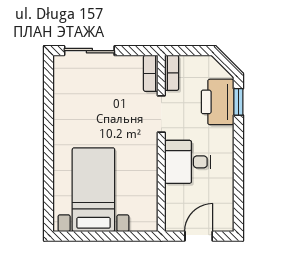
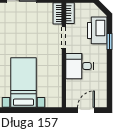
window: (238, 102) -> (110, 42), moved

